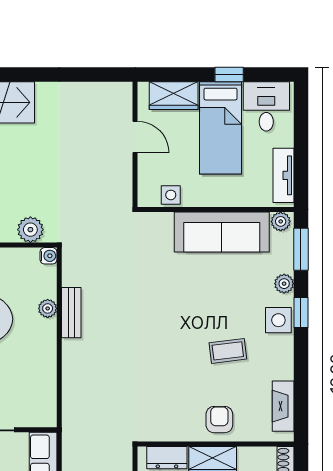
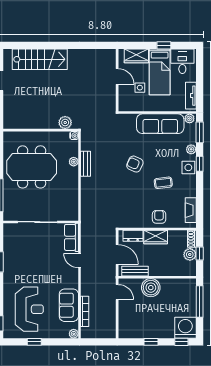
side table: (171, 195) -> (140, 88), moved
armchair: (171, 313) -> (135, 164), added

